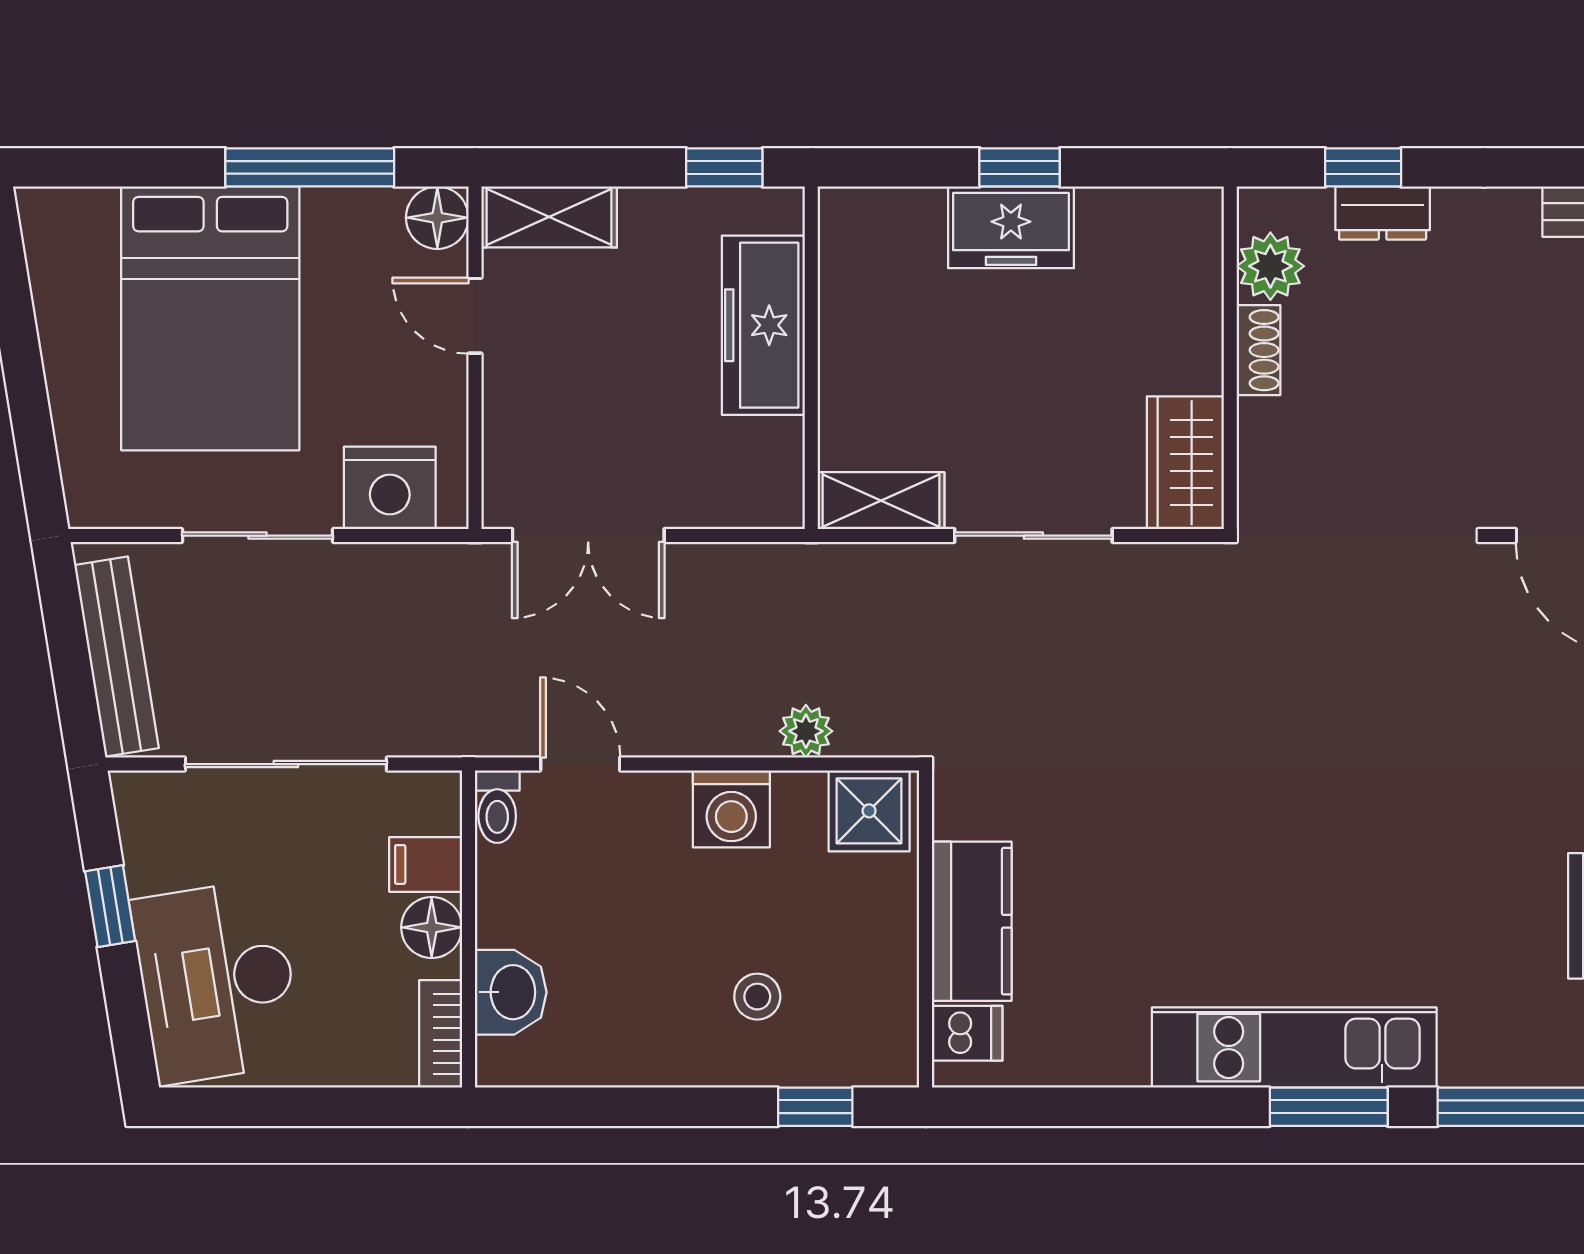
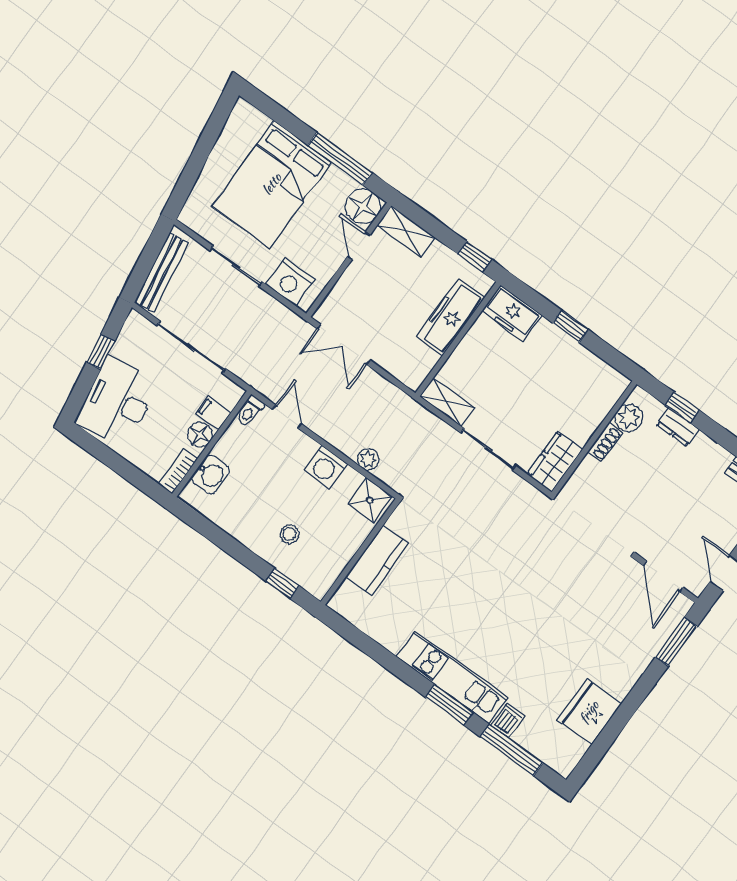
floor lamp: (437, 218) -> (363, 206), width x1.38, depth x1.38
freezer: (1011, 227) -> (512, 313), moved
dishwasher: (967, 1033) -> (508, 720), moved, turned -90

